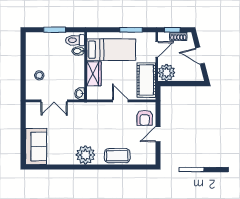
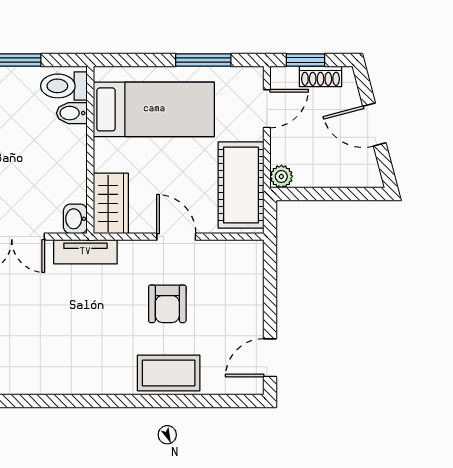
plant: (167, 73) -> (281, 176), width x0.53, depth x0.53
wardrobe: (94, 74) -> (111, 203), moved
tv unit: (84, 107) -> (85, 252), added
armchair: (145, 118) -> (167, 304), moved
door: (158, 134) -> (270, 358), moved
plant: (85, 155) -> (90, 371), removed

